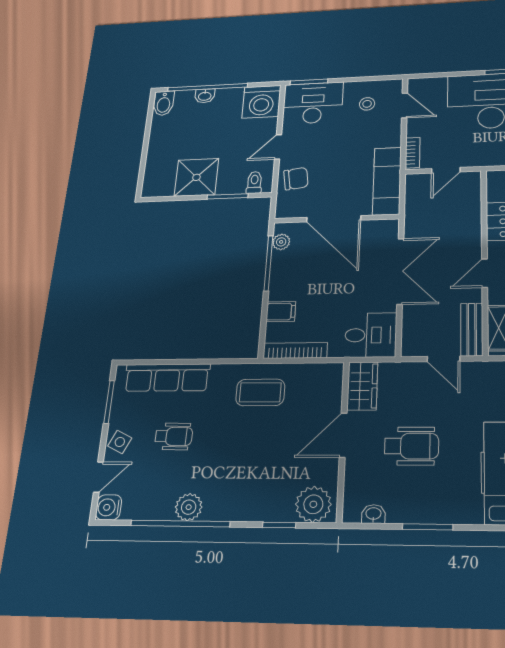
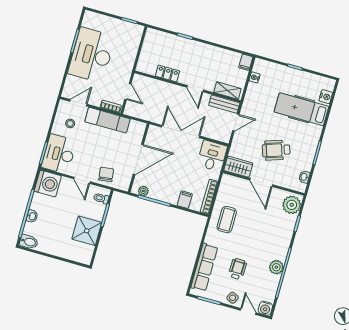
exam couch: (387, 181) -> (108, 120), moved
wheelchair: (412, 446) -> (276, 150), turned -109

